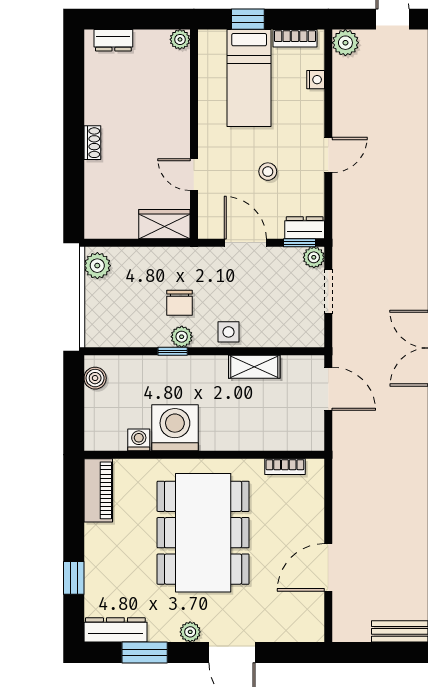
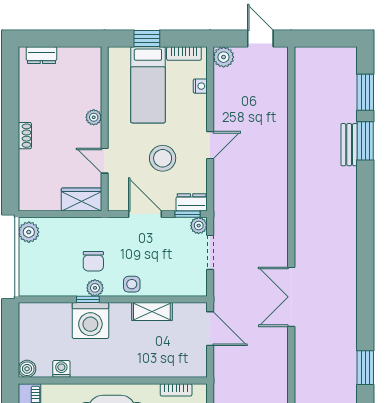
plant: (180, 39) -> (94, 117), moved
stool: (268, 172) -> (163, 158), width x1.89, depth x1.89
boiler: (95, 378) -> (27, 369), moved
washing machine: (175, 428) -> (90, 321), moved, turned 180

